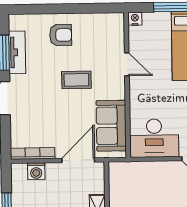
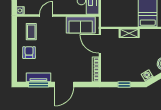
coffee table: (76, 80) -> (31, 32), moved
washing machine: (36, 171) -> (106, 68), removed

